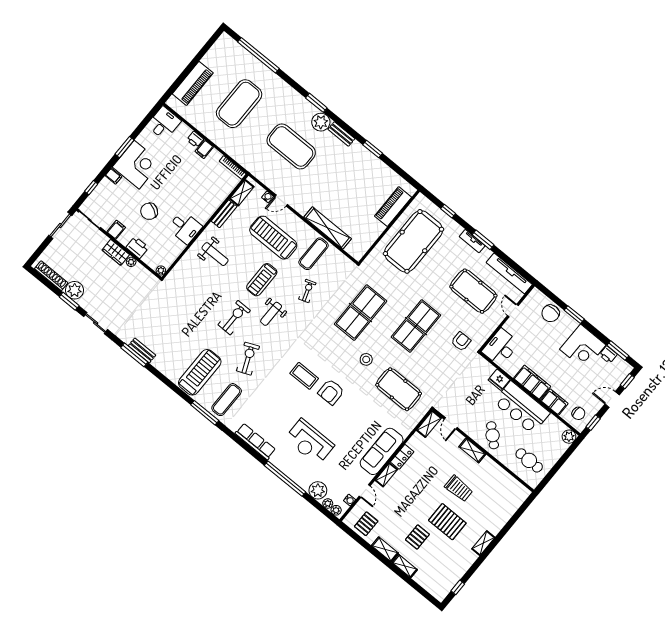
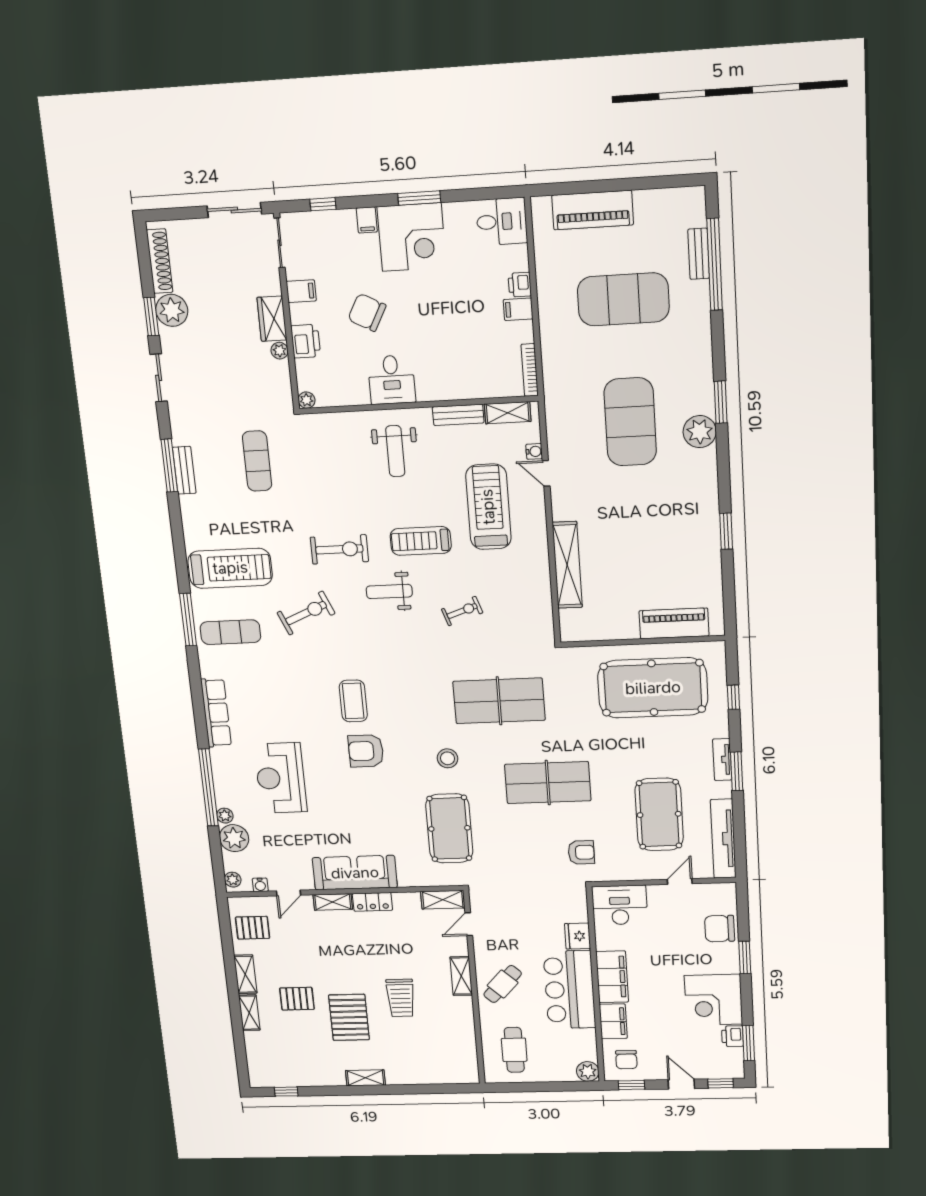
bench: (341, 134) -> (699, 254), moved
exercise mat: (314, 254) -> (257, 461), moved, turned 90
plant: (328, 503) -> (225, 816), moved

